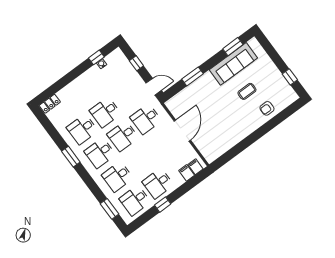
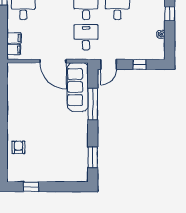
window: (96, 57) -> (170, 14), moved
sofa: (233, 64) -> (78, 87), moved
window: (193, 76) -> (93, 104), width x1.44
coffee table: (247, 91) -> (46, 141), removed

